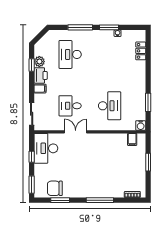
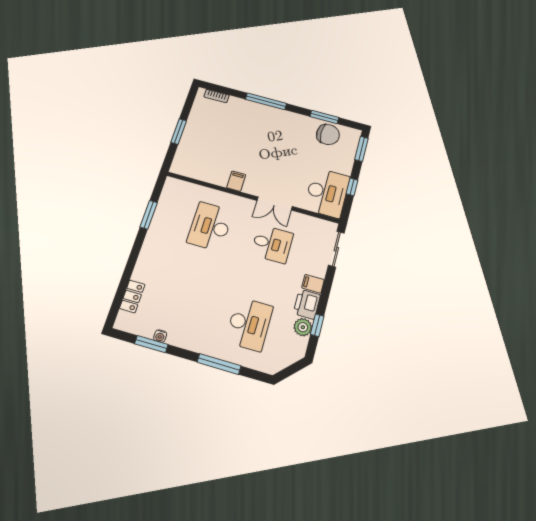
window: (109, 27) -> (151, 344), moved
water cooler: (141, 125) -> (172, 185), removed
filing cabinet: (132, 139) -> (236, 181), moved

